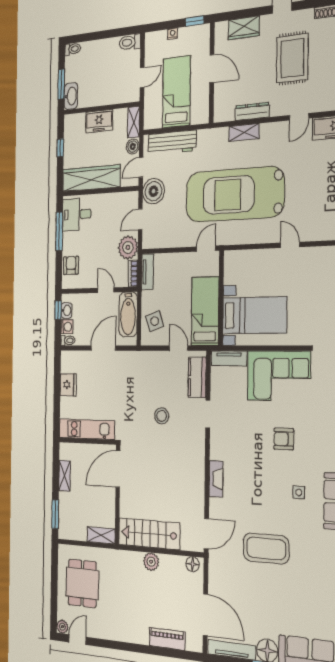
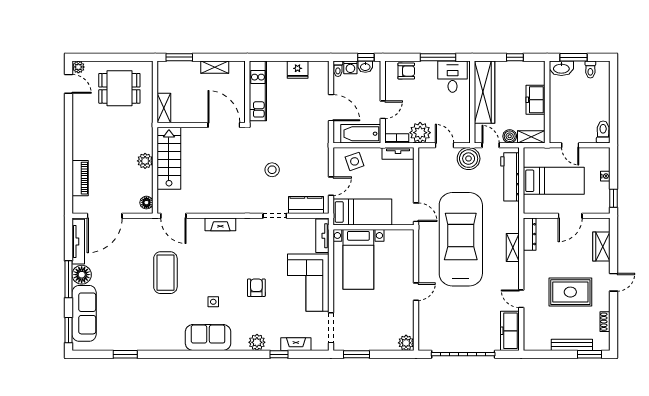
toilet: (73, 49) -> (590, 69), moved
dresser: (252, 111) -> (530, 234), moved

